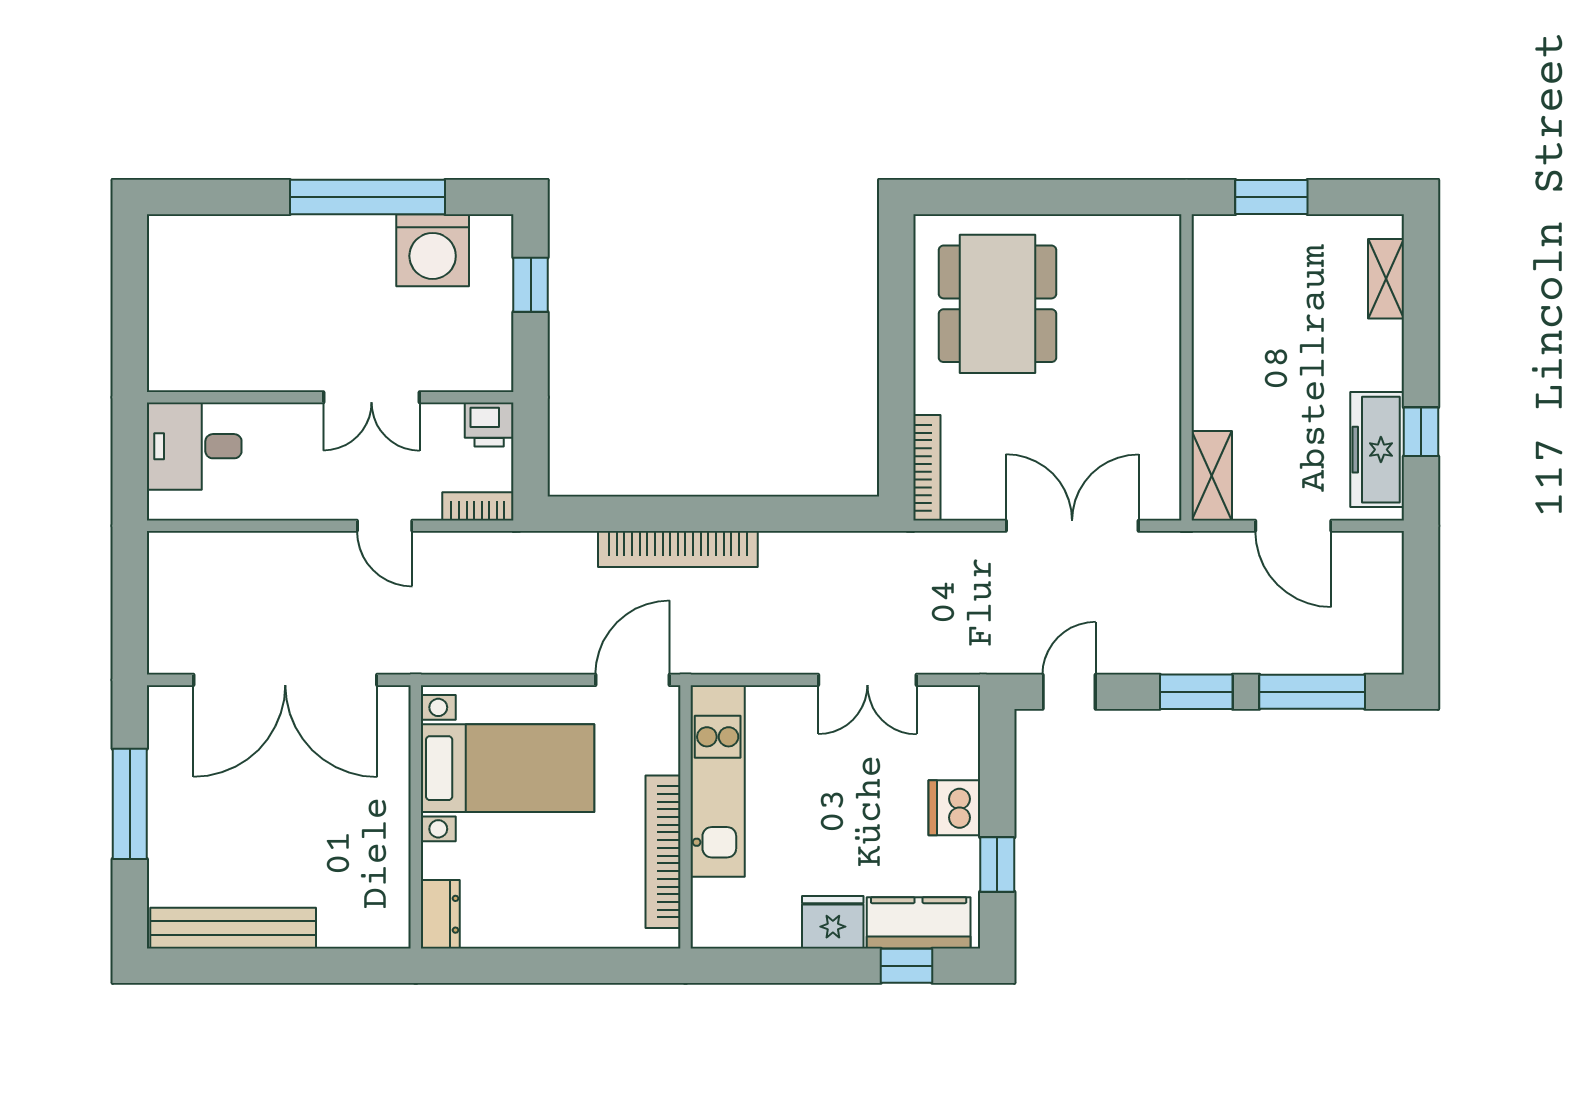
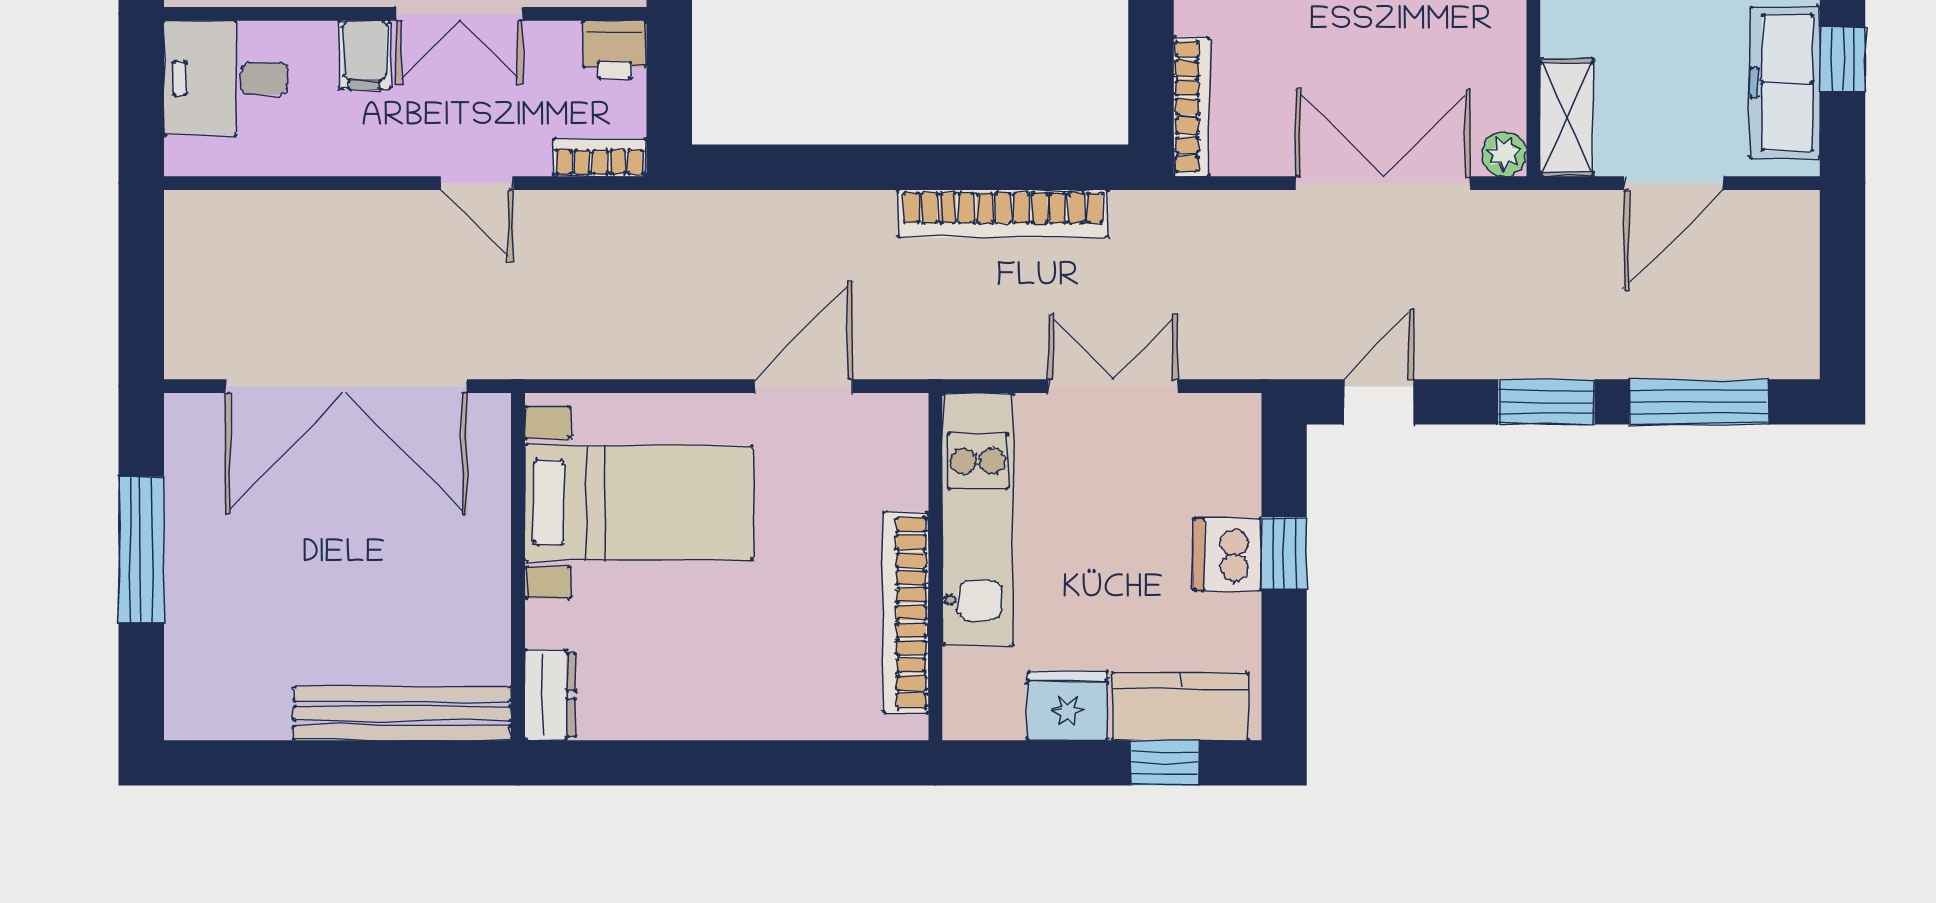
filing cabinet: (300, 428) -> (365, 55), added
plant: (1164, 504) -> (1504, 154), added
door: (1293, 526) -> (1674, 183), hinge flipped
bookcase: (678, 549) -> (1003, 214), moved
double door: (867, 680) -> (1113, 386), swing flipped
kitchen unit: (718, 781) -> (978, 519), moved
wall: (686, 817) -> (935, 567), moved
bookcase: (663, 852) -> (906, 613), moved
window: (997, 865) -> (1284, 553), moved
bench: (233, 928) -> (402, 713), moved

